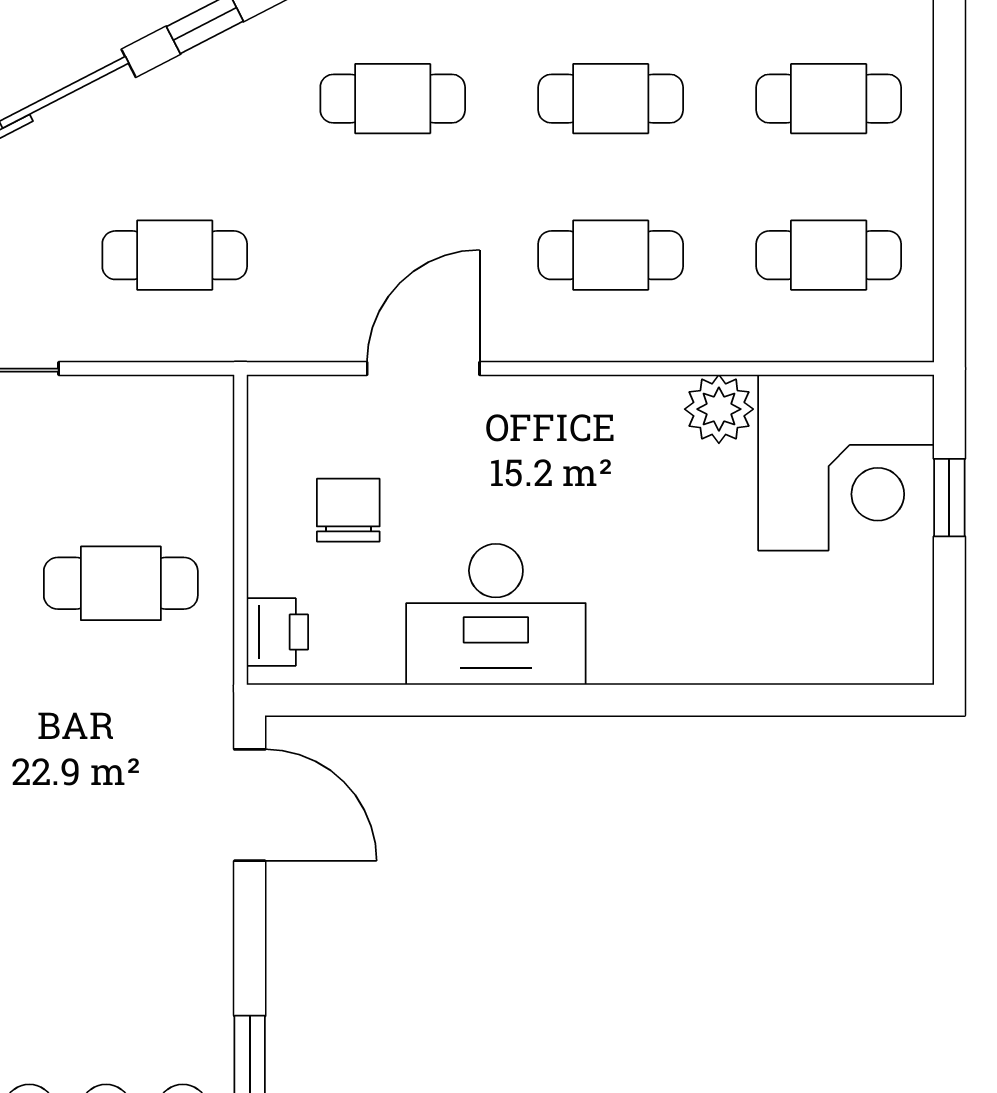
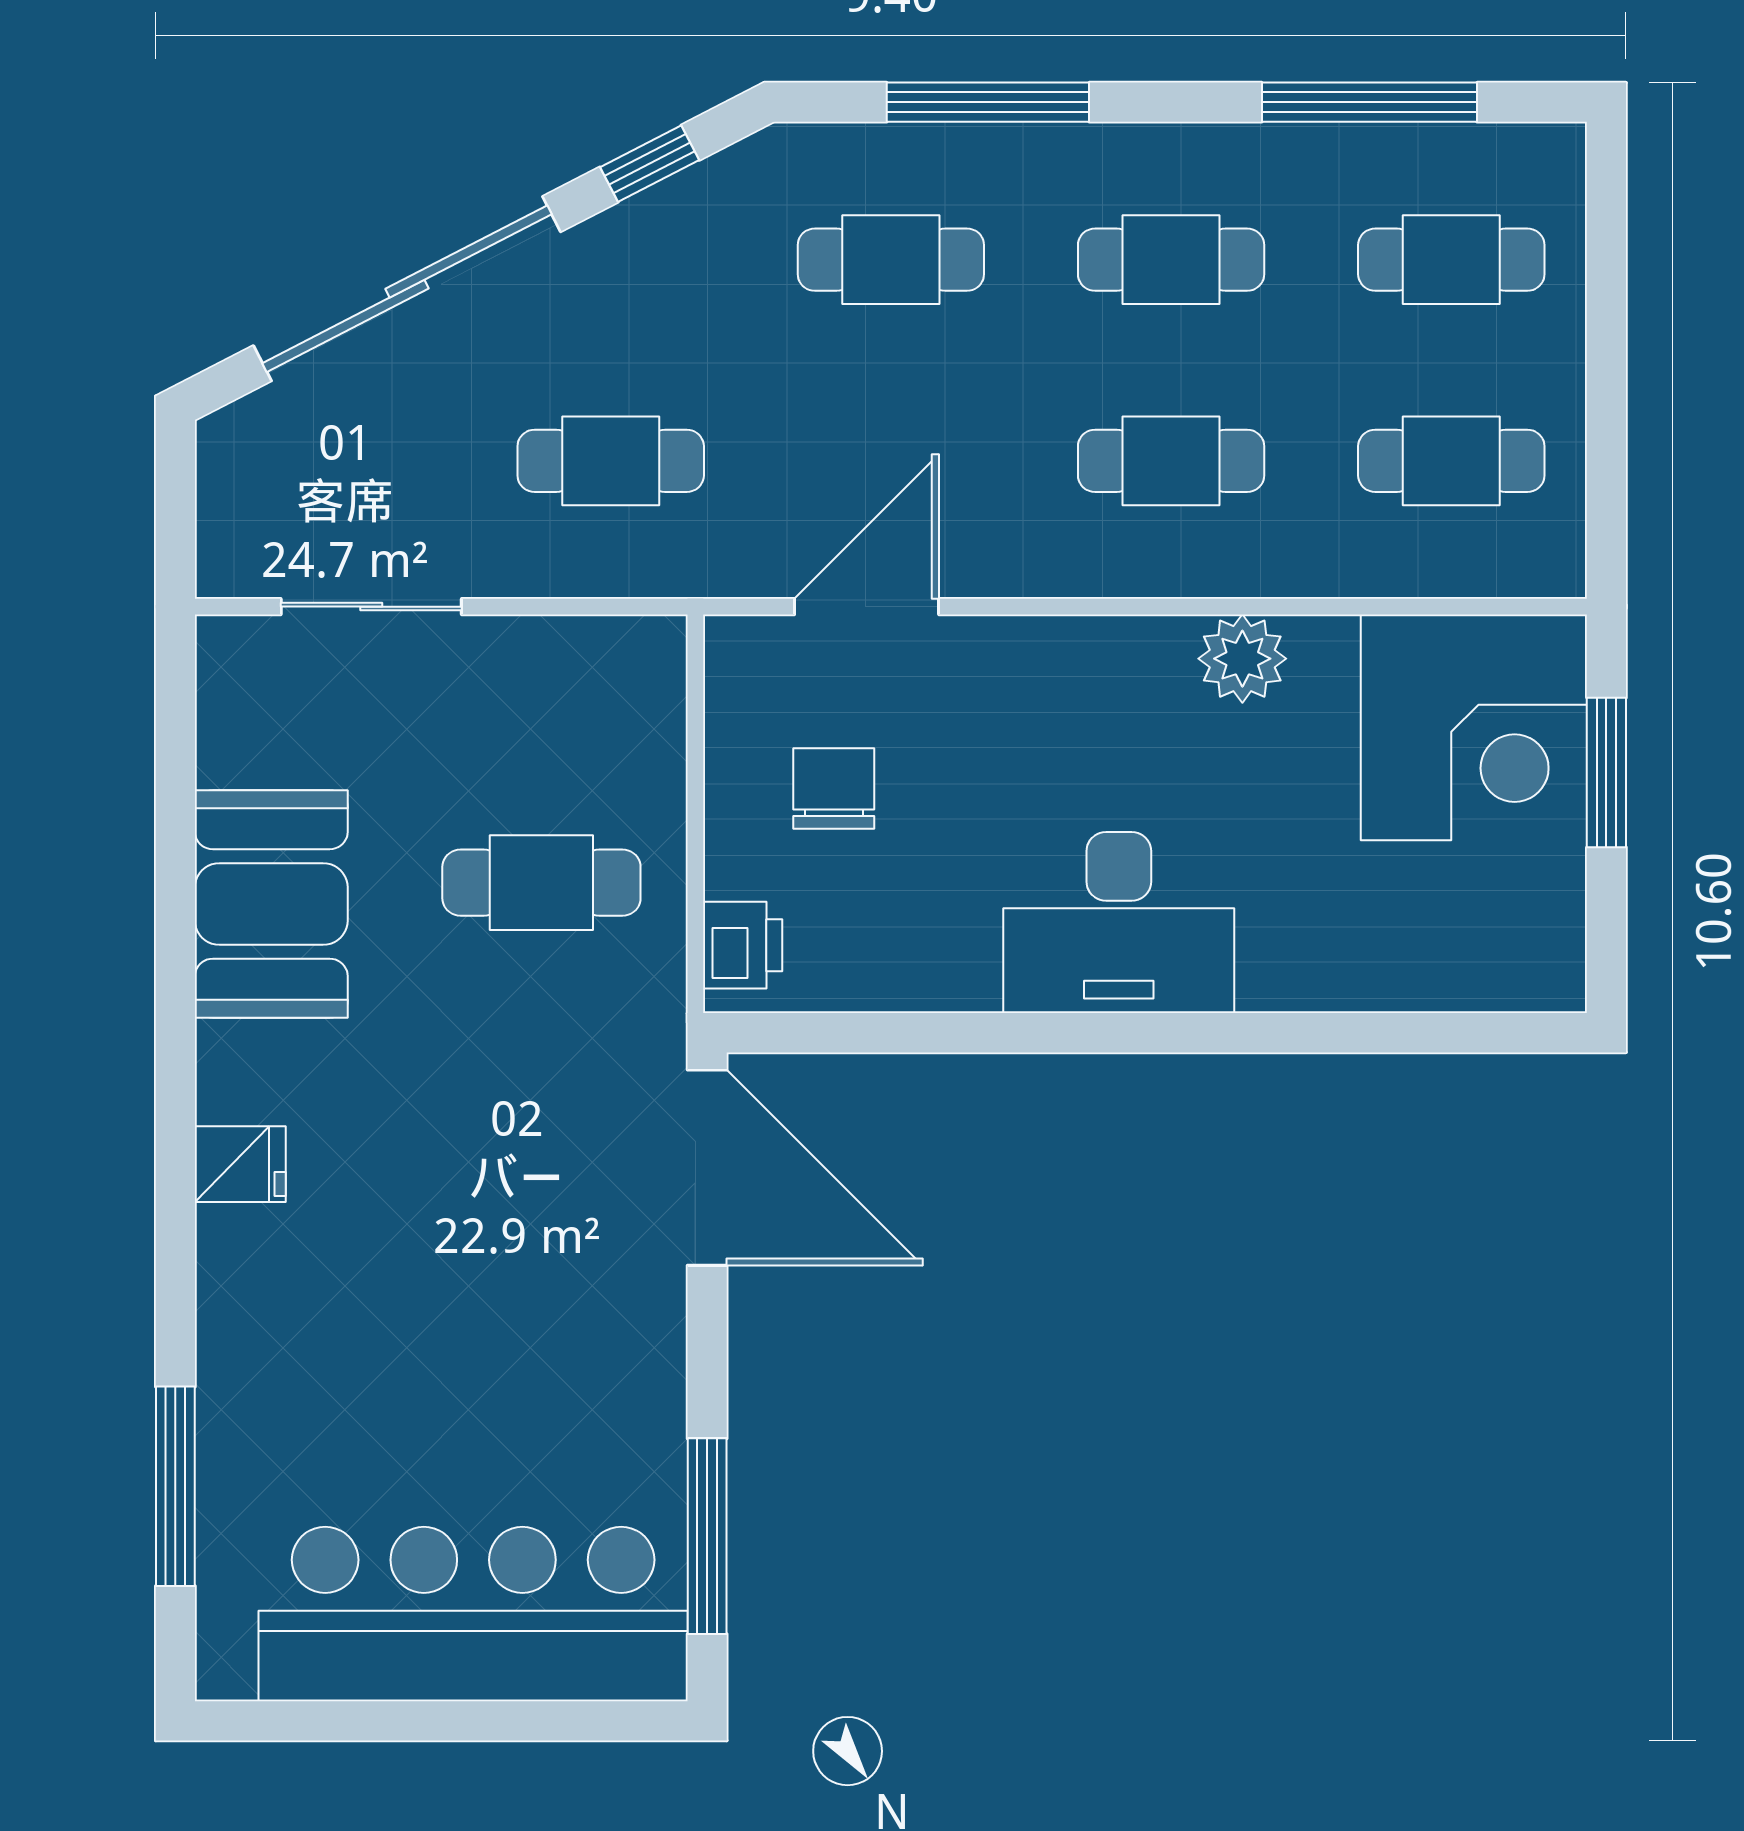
door: (423, 369) -> (867, 607), moved
plant: (719, 409) -> (1242, 659), moved
window: (949, 498) -> (1606, 773), width x1.50
desk: (496, 614) -> (1119, 923), moved
door: (250, 805) -> (707, 1168), width x1.36

